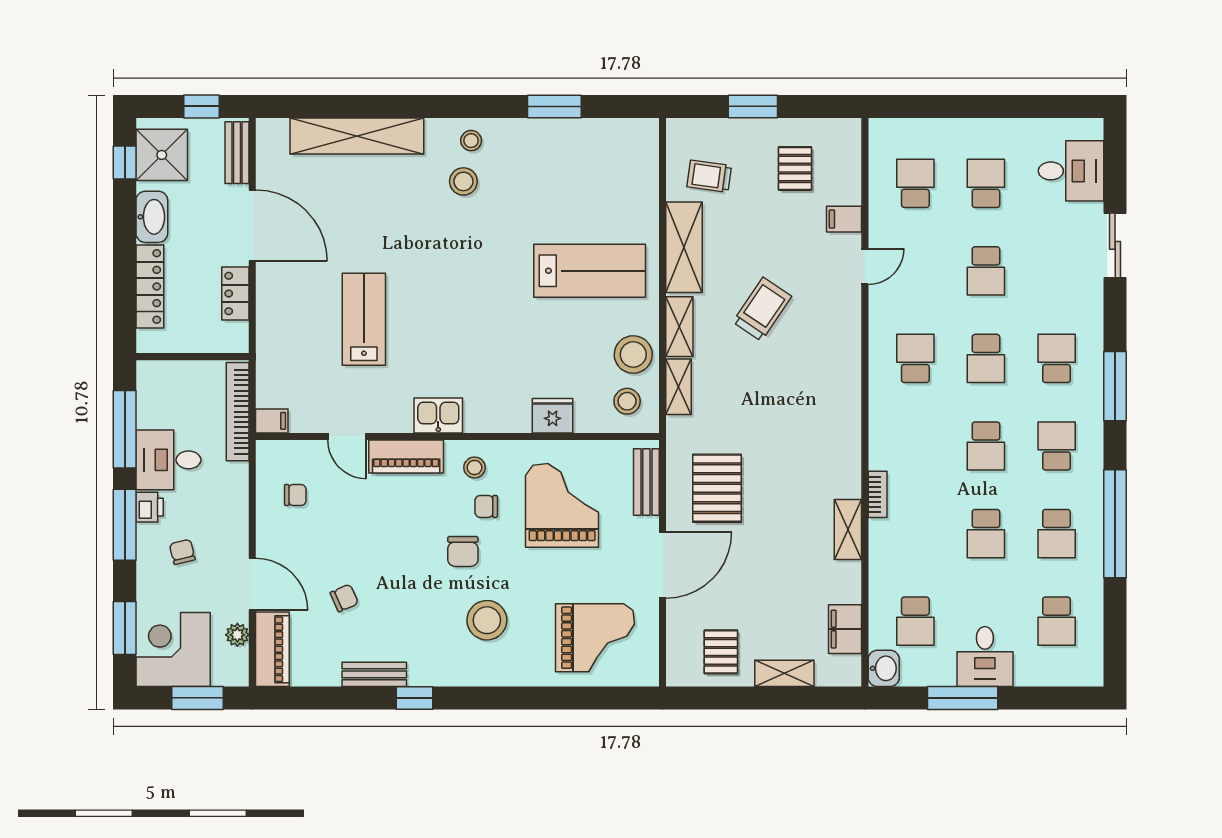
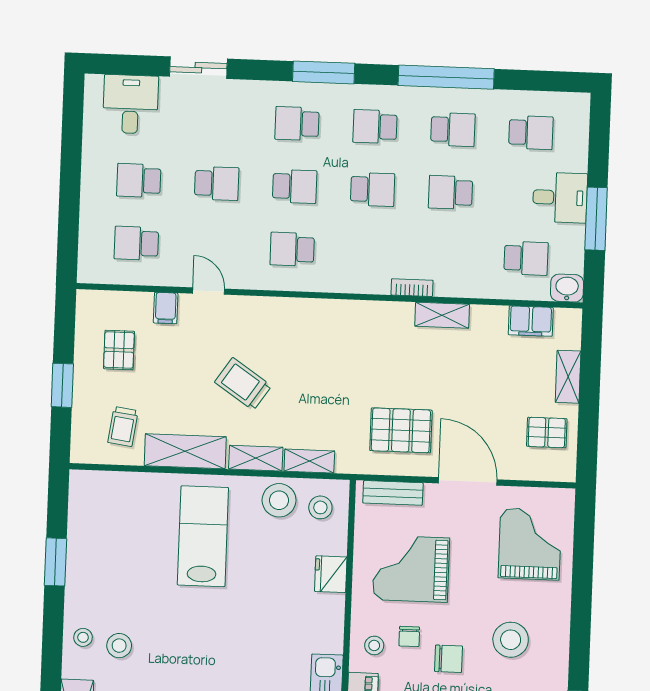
pallet: (795, 169) -> (119, 350), turned 90
school desk: (986, 534) -> (450, 192), turned 180

